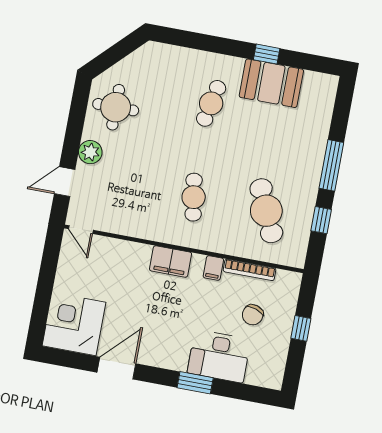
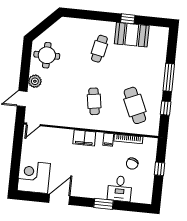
door: (81, 230) -> (33, 124), hinge flipped
desk: (219, 356) -> (120, 188), width x0.73

